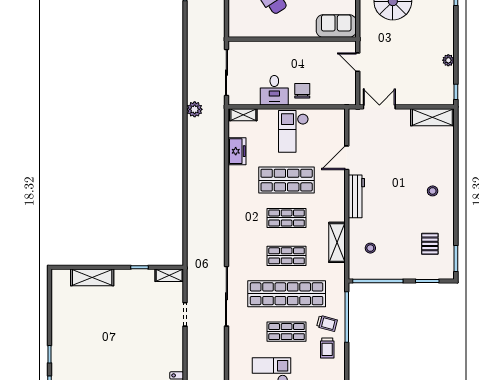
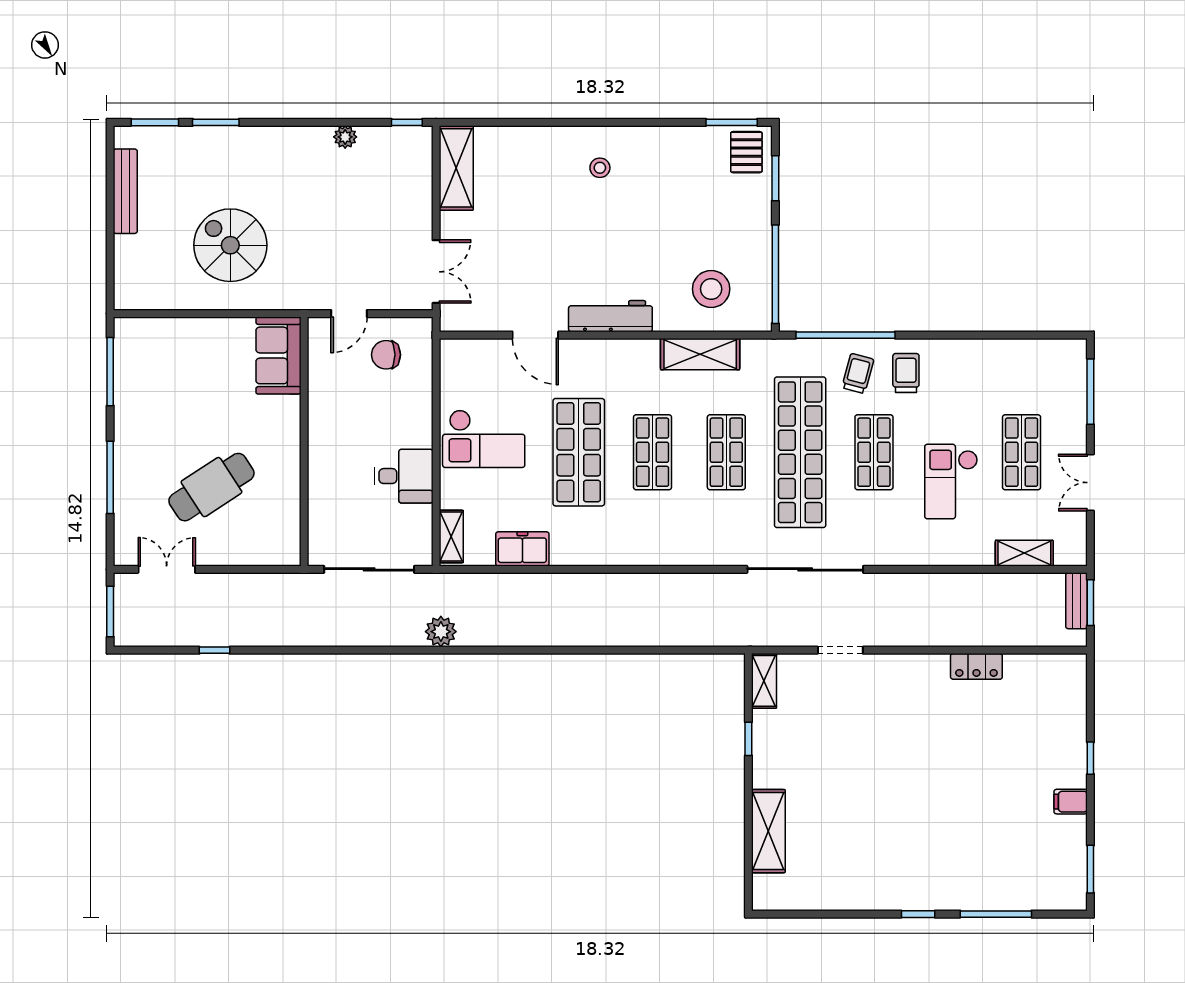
chair: (302, 91) -> (386, 355), moved
double door: (379, 107) -> (436, 272), swing flipped
pallet: (430, 244) -> (746, 152), moved, turned 90
stool: (370, 248) -> (711, 289), width x1.89, depth x1.89
trolley: (327, 348) -> (906, 373), turned -90

